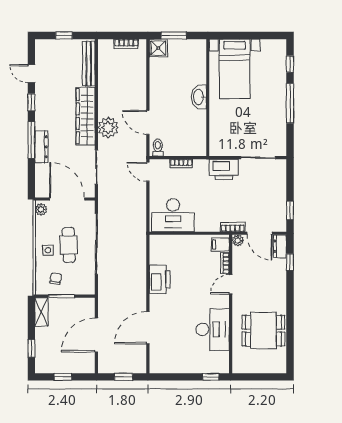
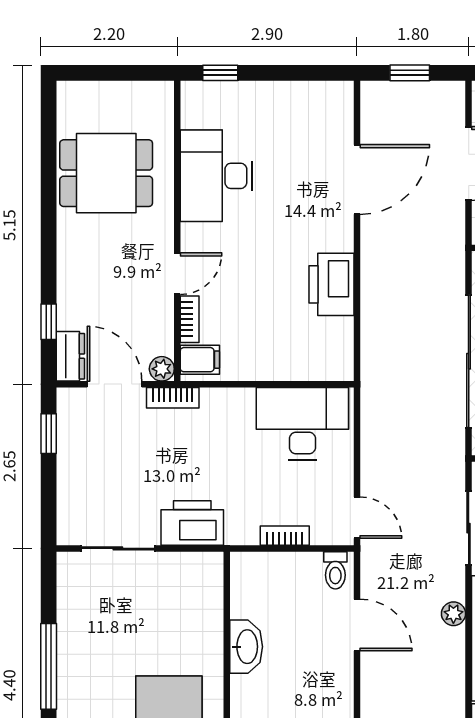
washbasin: (199, 97) -> (246, 647), moved
plant: (108, 128) -> (453, 614), width x0.53, depth x0.53

